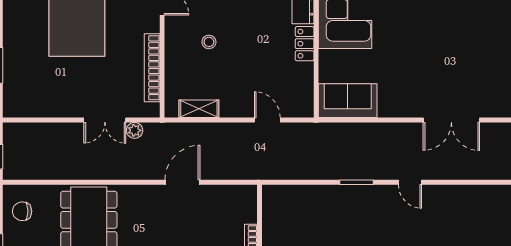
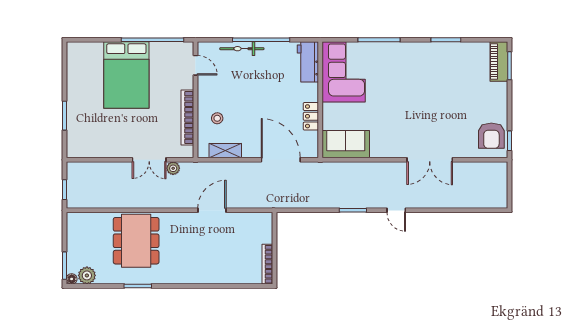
stool: (209, 42) -> (217, 118), moved
locker: (305, 44) -> (311, 116), moved
door: (267, 120) -> (281, 160), width x1.87
chair: (22, 211) -> (82, 234), removed

